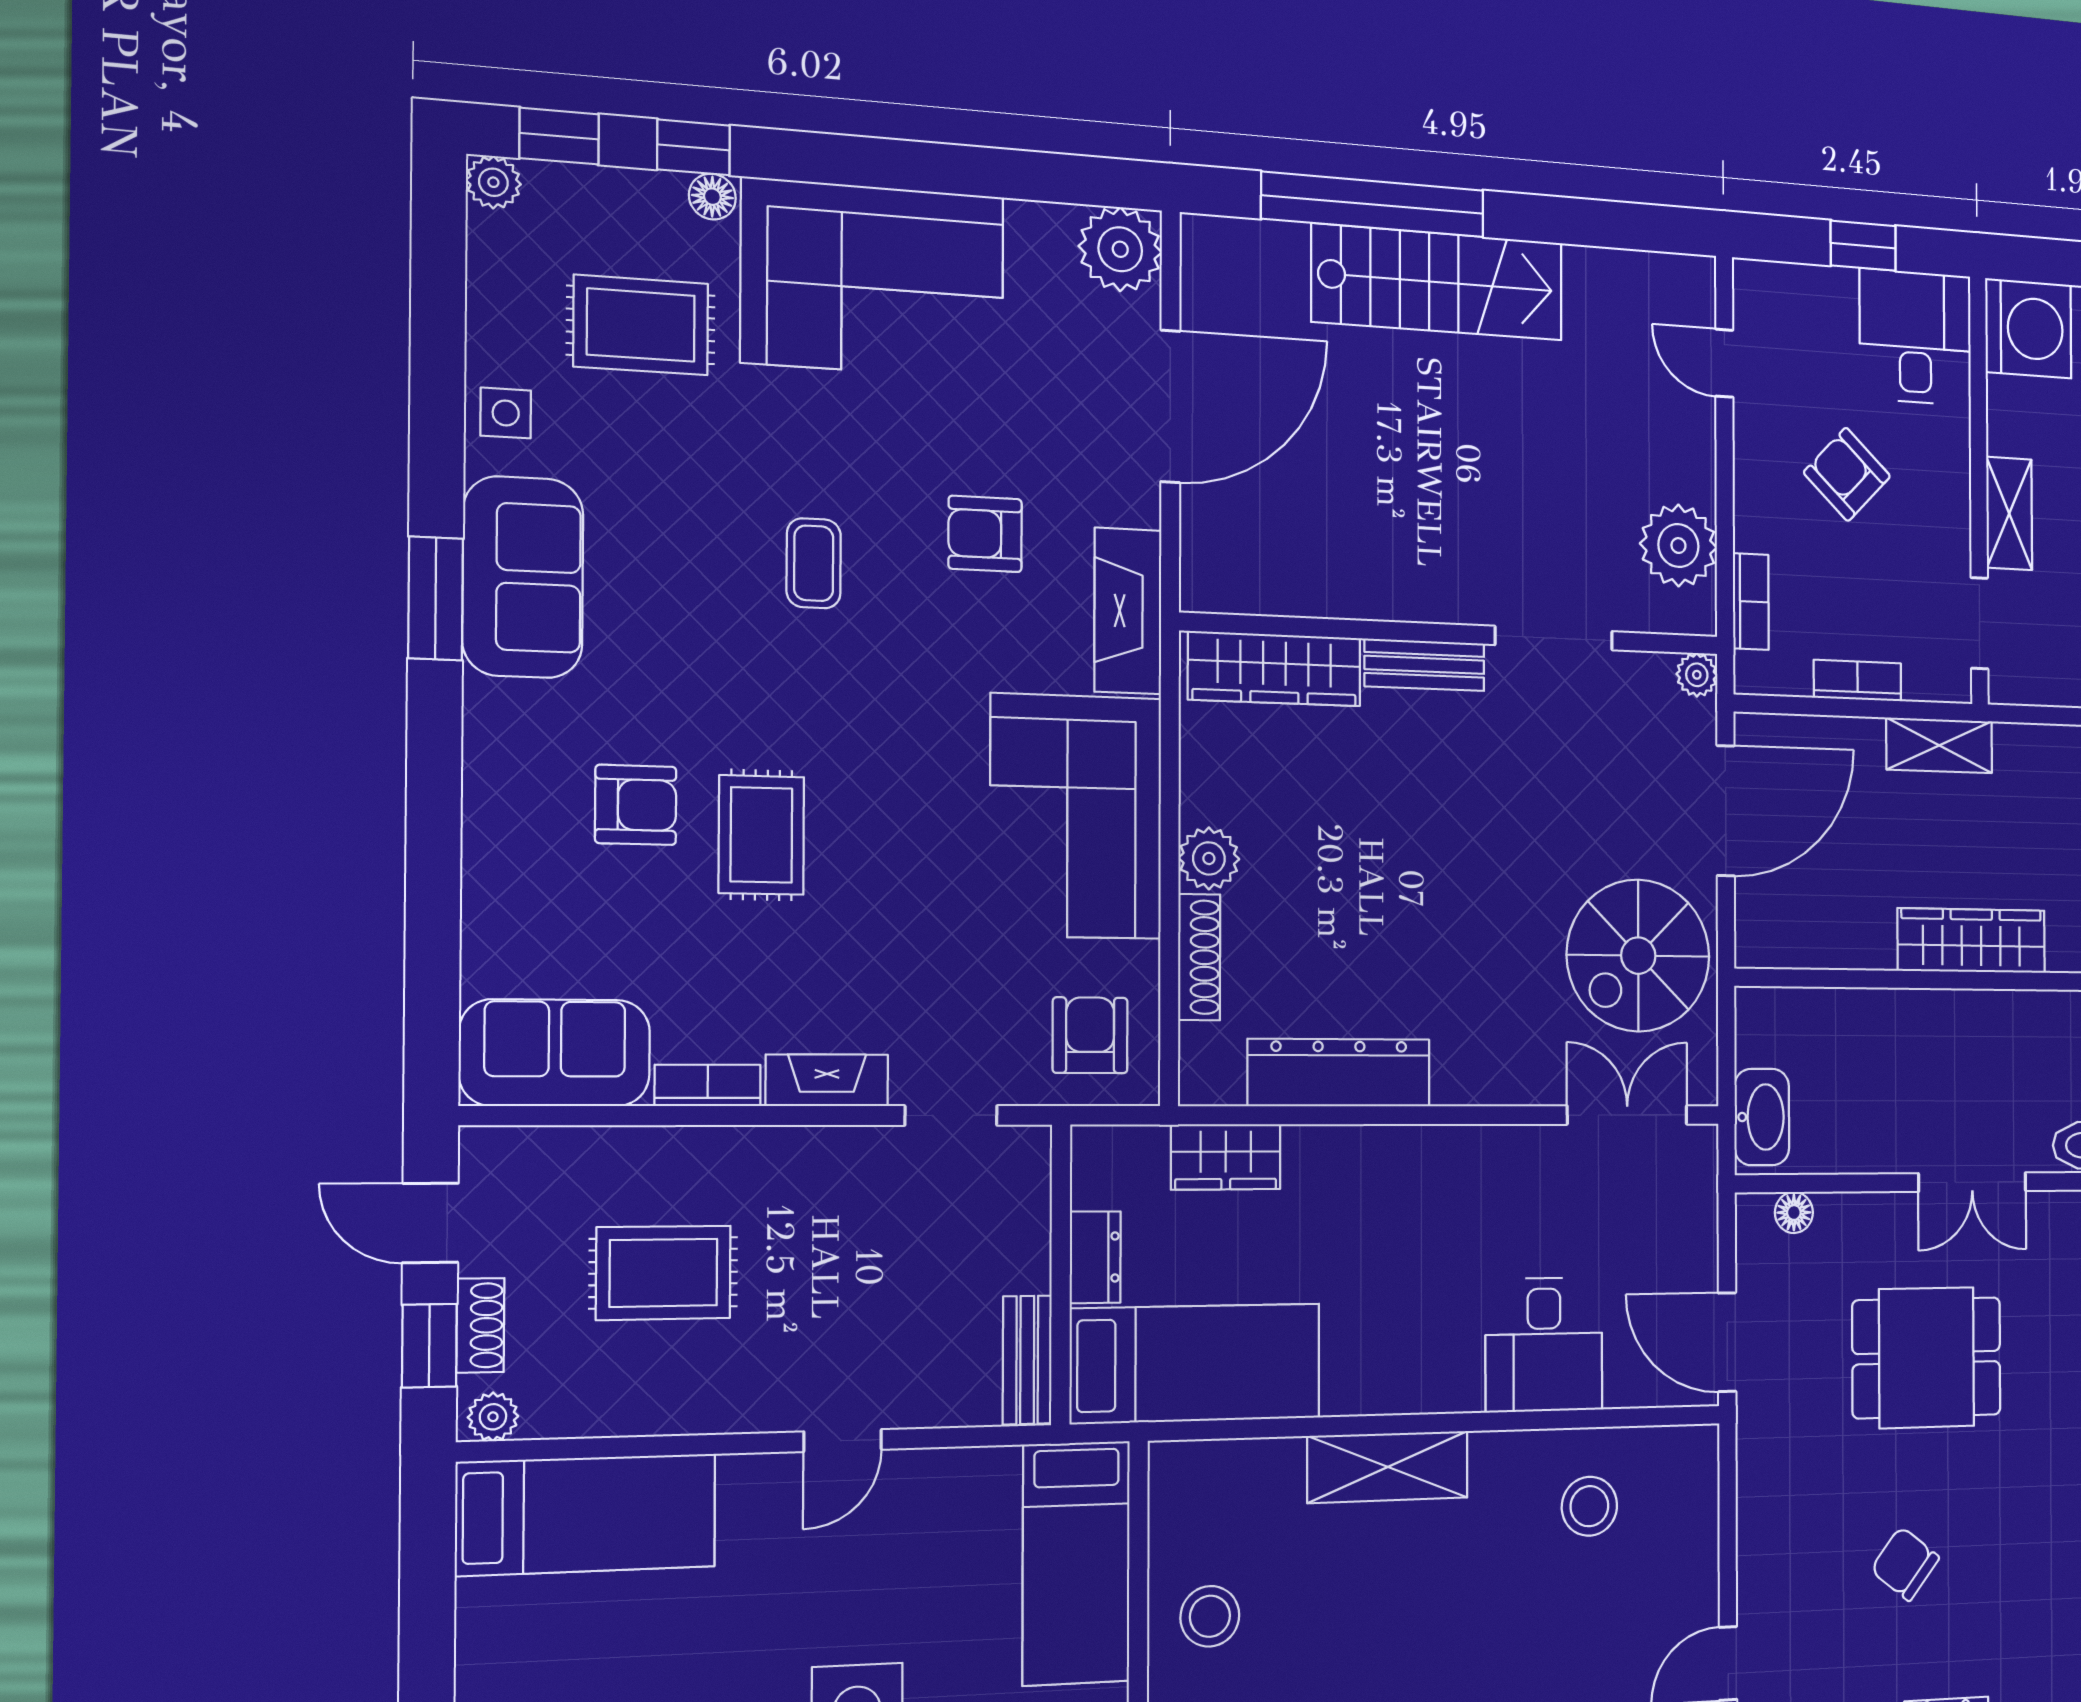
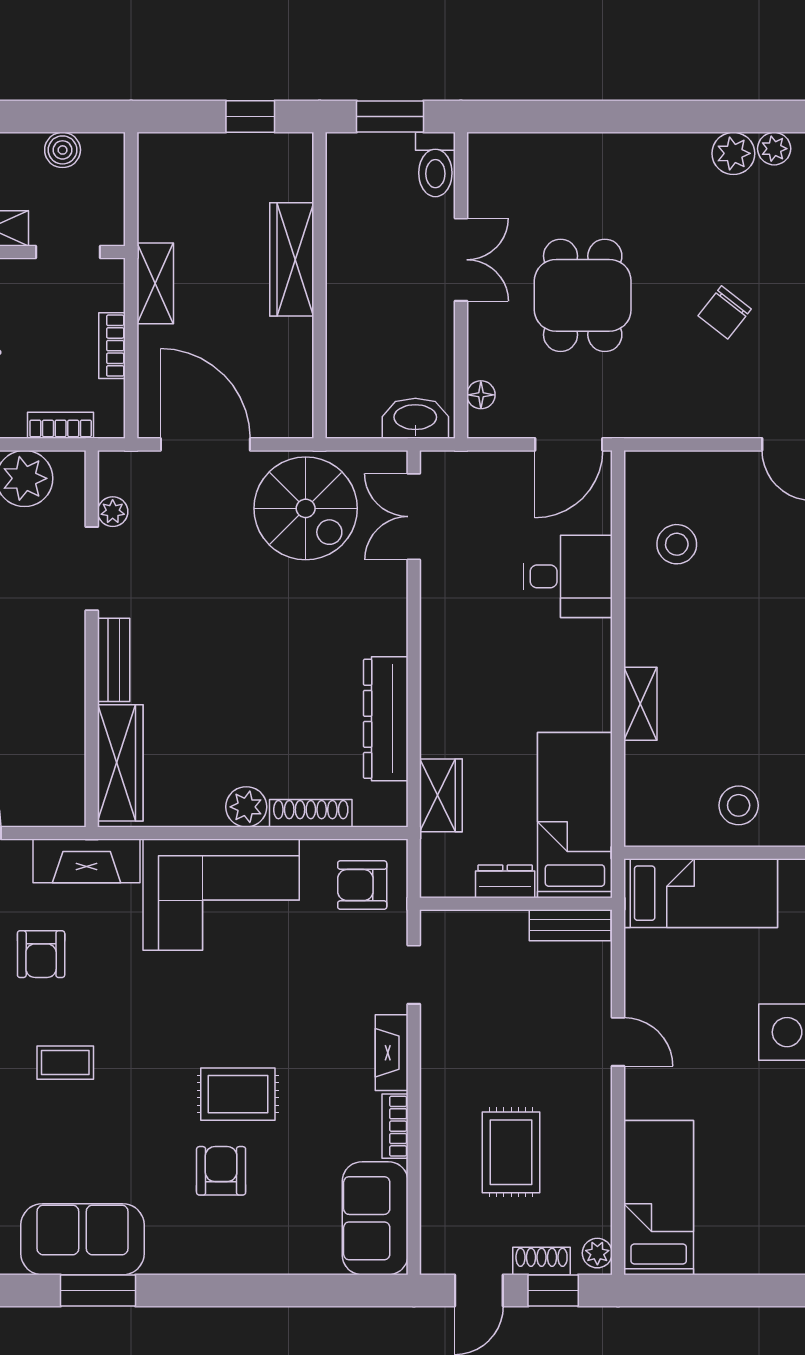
plant: (1697, 675) -> (113, 512), moved
shelving: (1388, 1467) -> (640, 704), width x0.67, depth x0.75

